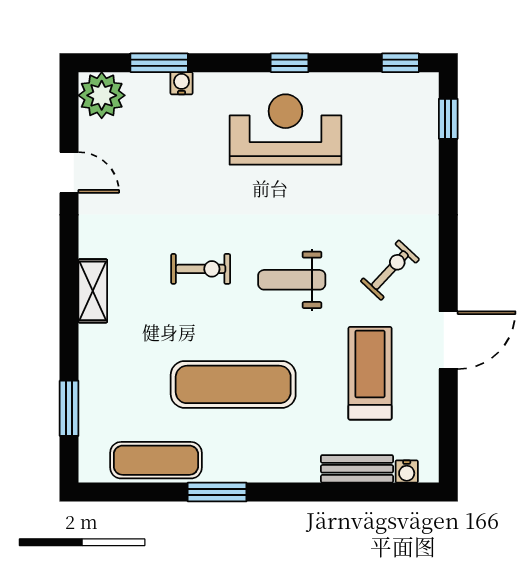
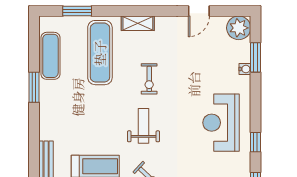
window: (290, 63) -> (256, 142), moved
reception desk: (285, 129) -> (221, 123), turned 180
exercise mat: (233, 384) -> (100, 53), moved

